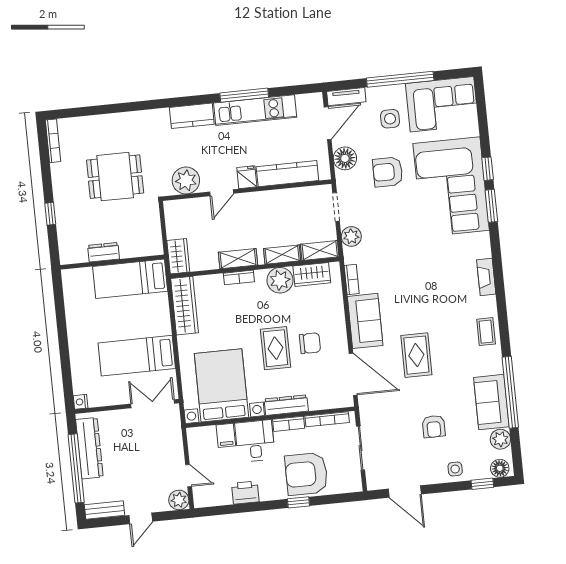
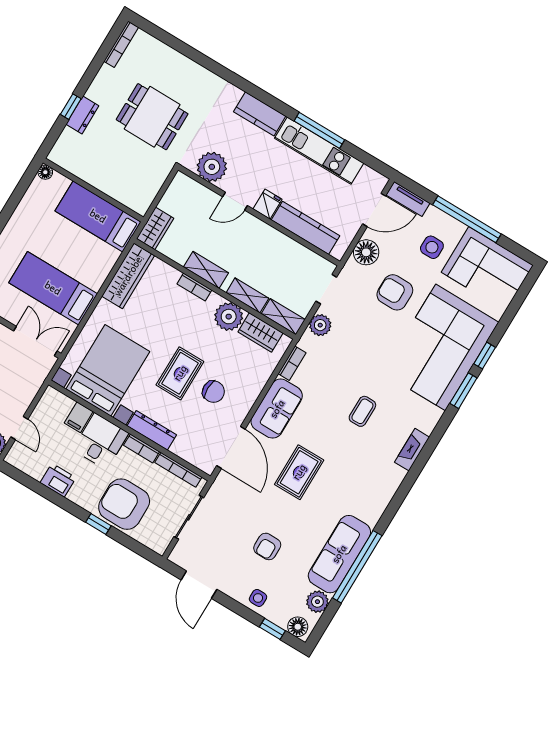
dresser: (104, 252) -> (82, 115), moved, turned 90
floor lamp: (68, 275) -> (45, 172), added
coffee table: (486, 332) -> (362, 411), moved
sofa: (491, 402) -> (339, 554), width x1.36

